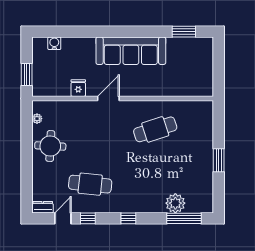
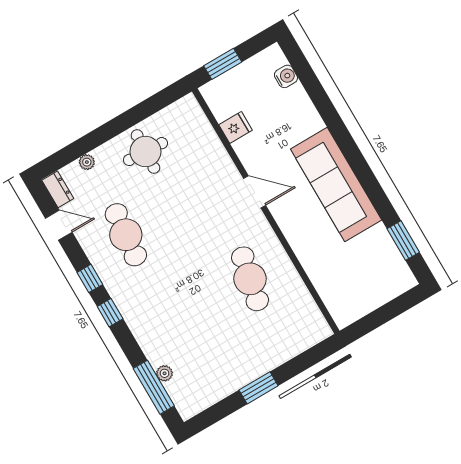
fridge: (78, 88) -> (236, 127), moved
plant: (37, 119) -> (87, 162), moved
cafe table: (155, 129) -> (250, 279), turned 30
plant: (175, 203) -> (165, 373), width x0.53, depth x0.53
window: (88, 218) -> (90, 278), moved

